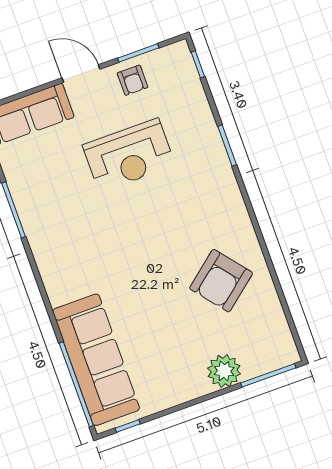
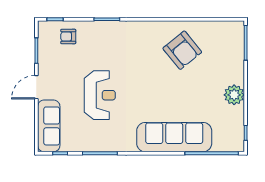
armchair: (133, 80) -> (68, 36), moved, turned 180
reception desk: (129, 155) -> (100, 95), moved
sofa: (96, 360) -> (174, 137), moved
plant: (224, 371) -> (234, 95), moved

